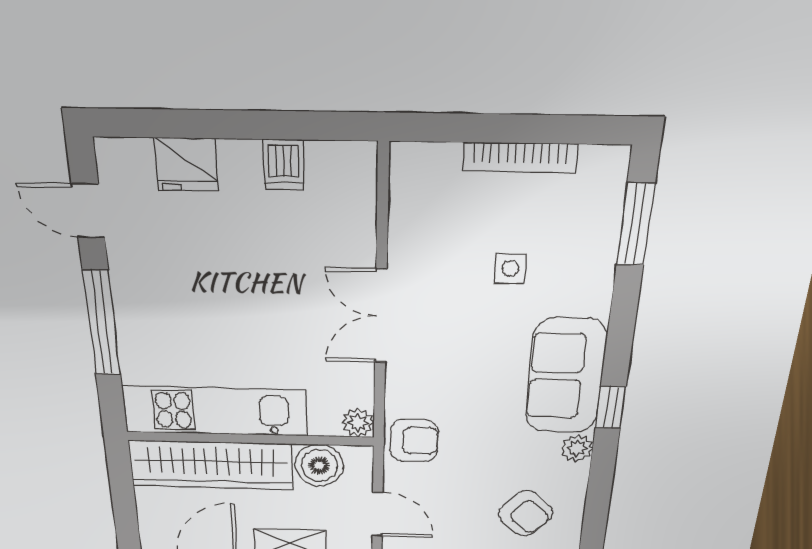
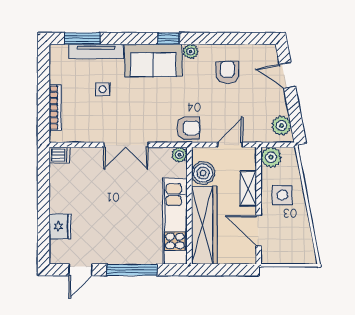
bookcase: (520, 158) -> (55, 108), moved
dishwasher: (284, 165) -> (59, 155), moved
tv unit: (601, 256) -> (96, 51), added
armchair: (414, 441) -> (188, 128), turned 90
armchair: (526, 513) -> (227, 72), turned -43

